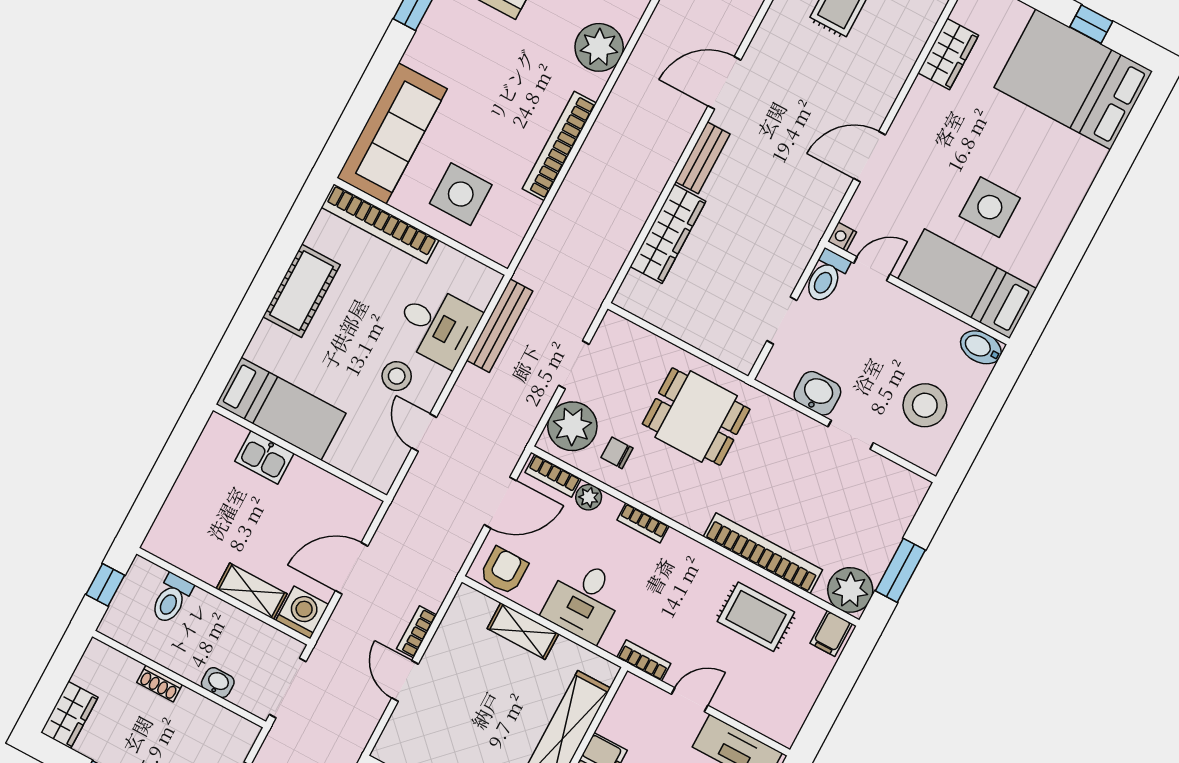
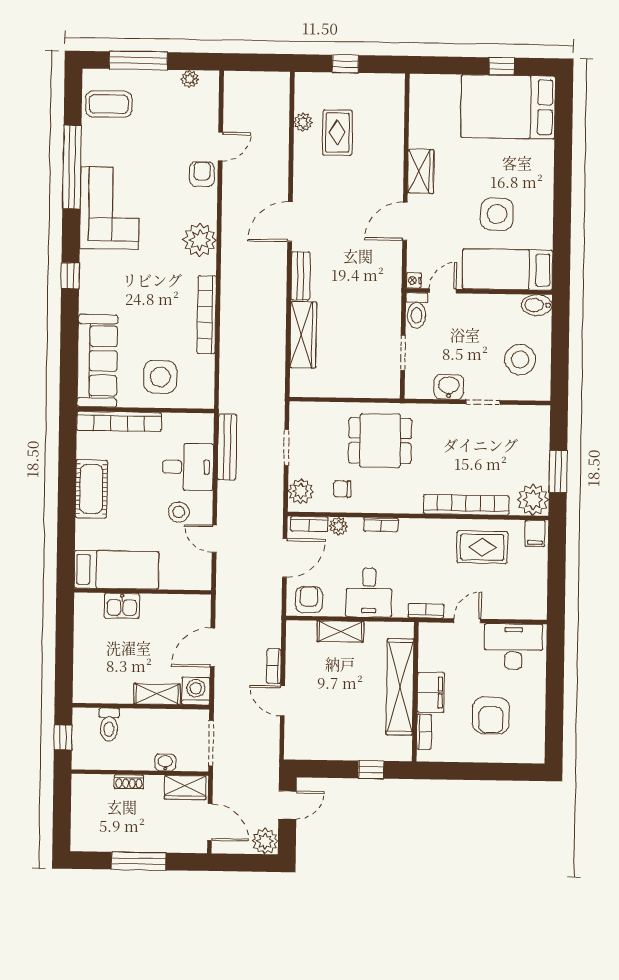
wardrobe: (948, 54) -> (421, 171), moved
plant: (572, 426) -> (301, 491), width x0.73, depth x0.73
wardrobe: (69, 715) -> (185, 788), moved, turned 90

